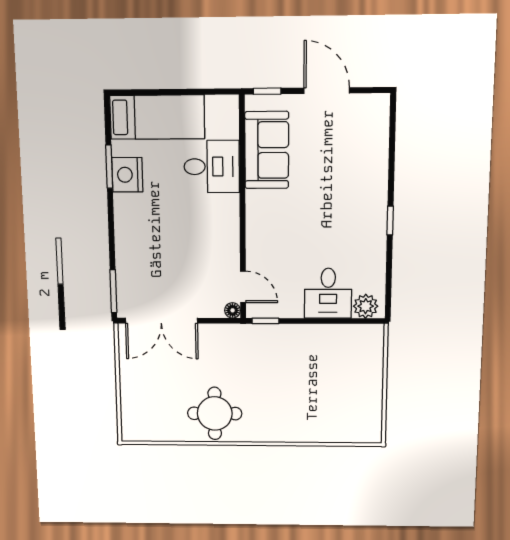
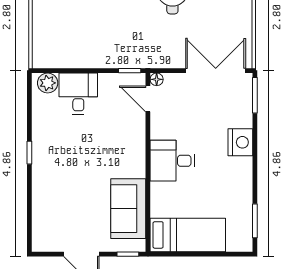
bed: (157, 117) -> (188, 235), moved, turned 180
window: (109, 167) -> (255, 221), moved
desk: (212, 167) -> (172, 161), moved
nightstand: (127, 175) -> (240, 142), moved

